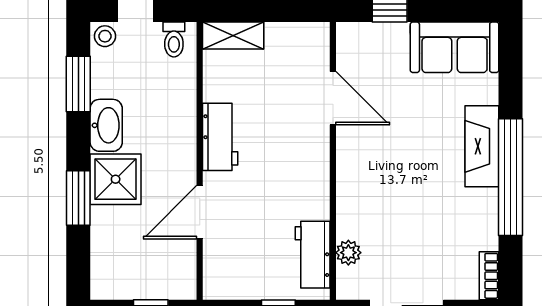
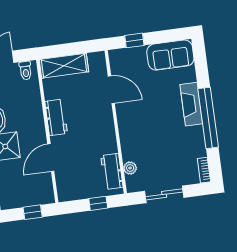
shelving: (233, 35) -> (64, 66), width x1.50, depth x1.33

